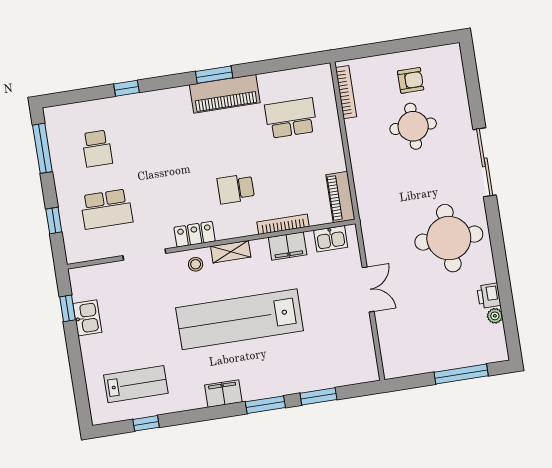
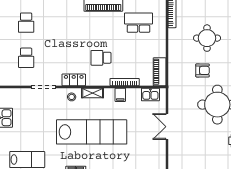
armchair: (411, 80) -> (203, 70), moved
school desk: (107, 209) -> (26, 58), width x0.54
filing cabinet: (288, 246) -> (120, 95), width x0.50
double door: (368, 289) -> (167, 127), swing flipped
lab bench: (240, 319) -> (92, 132), turned 180

